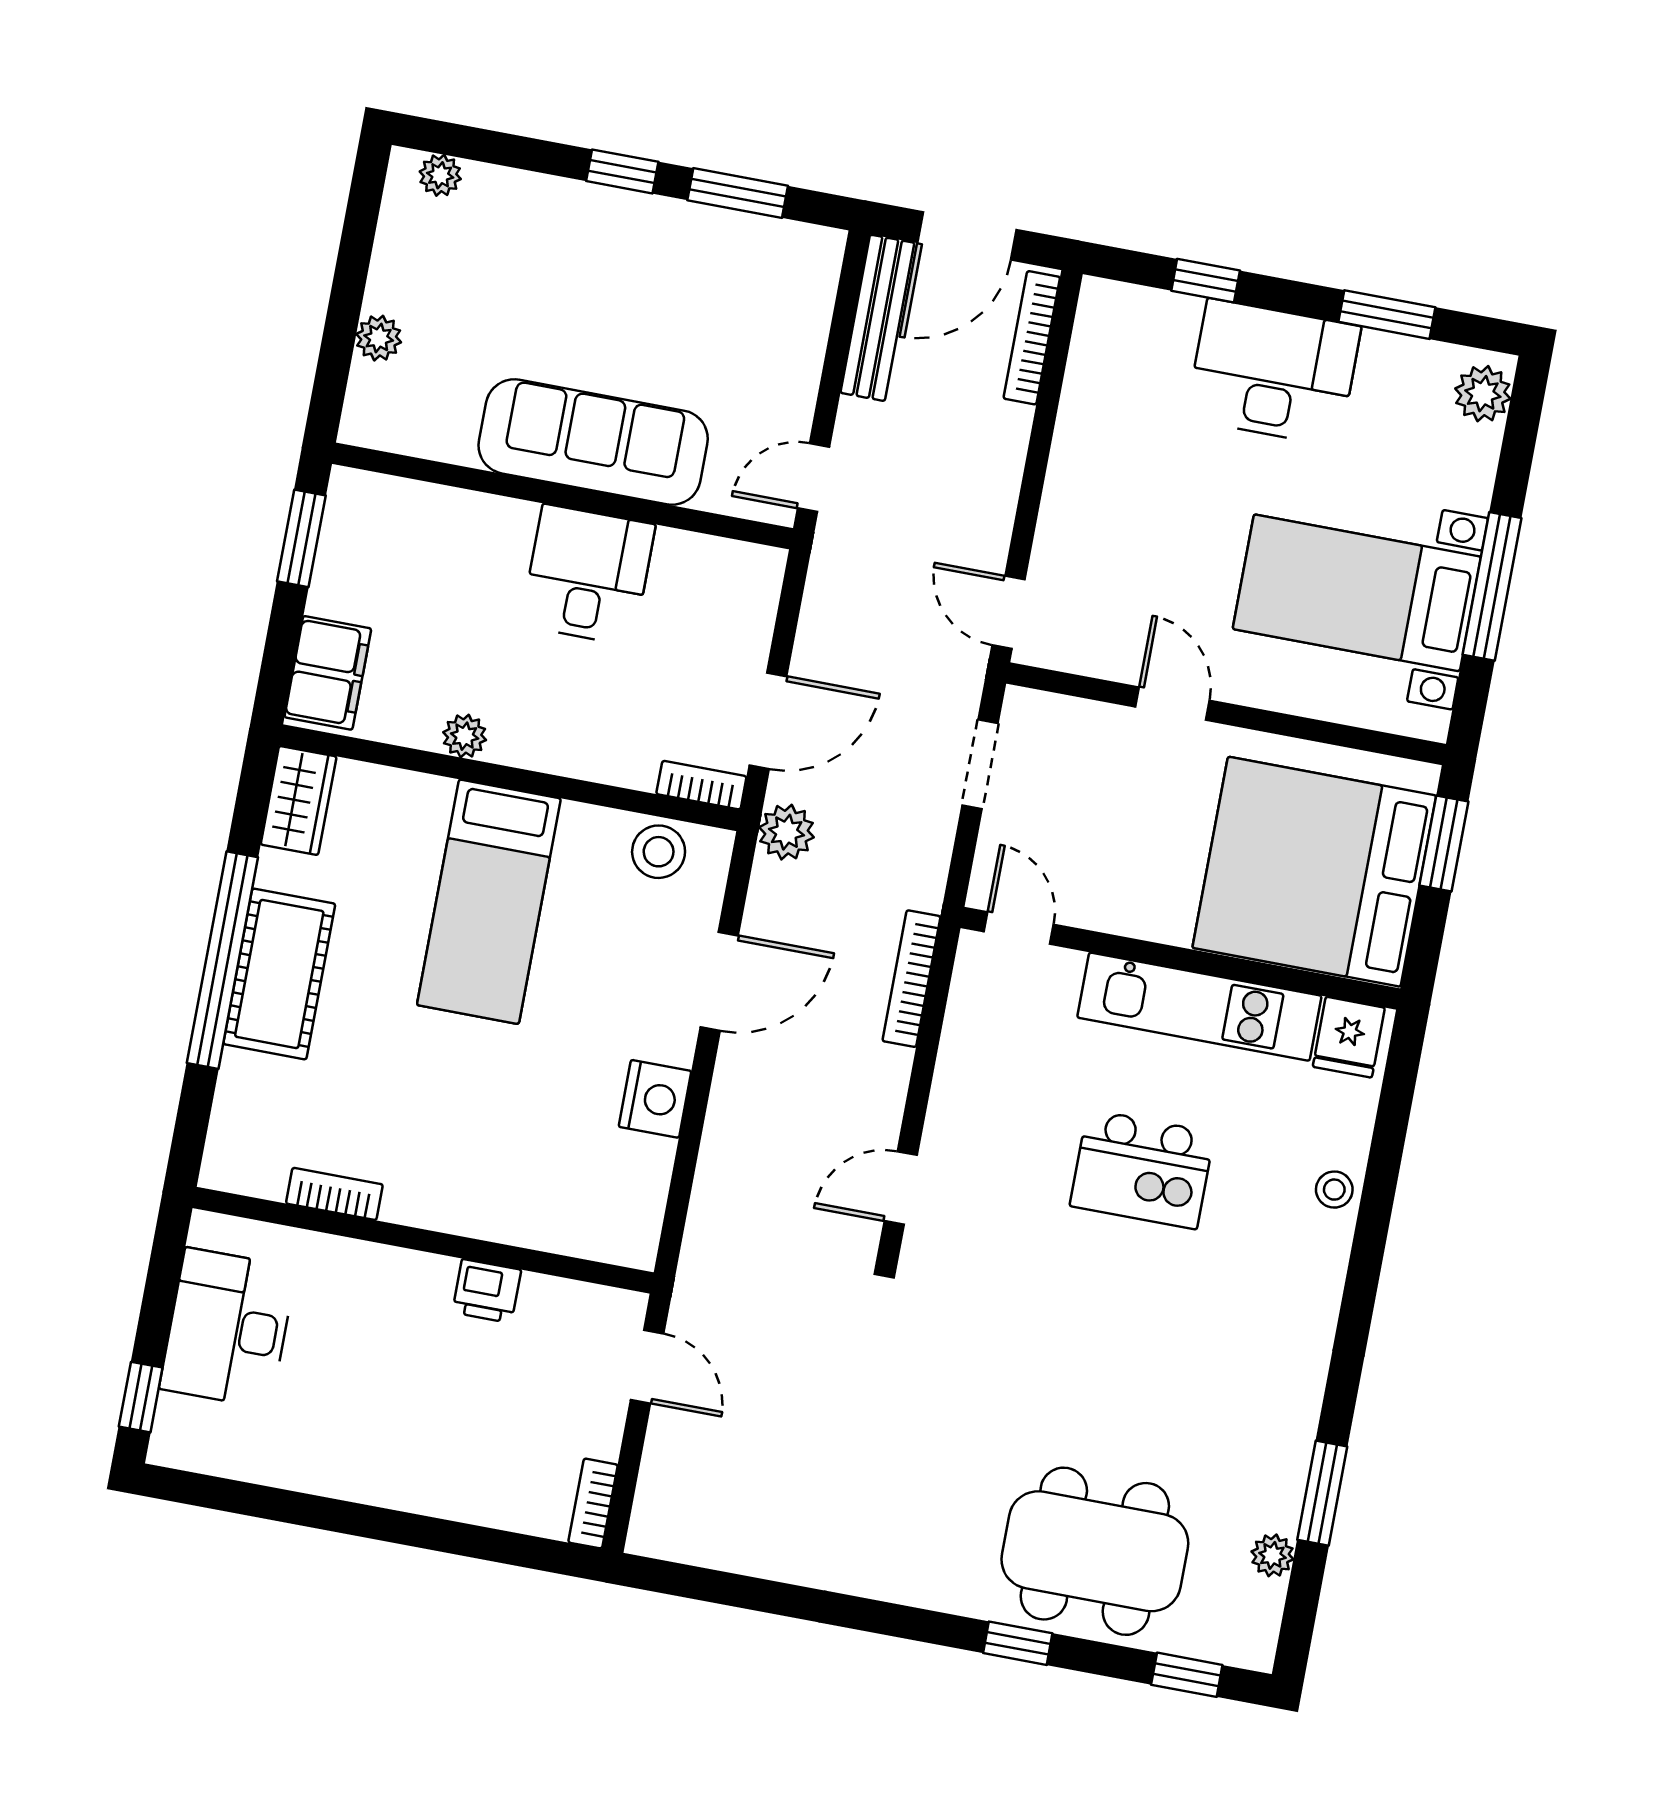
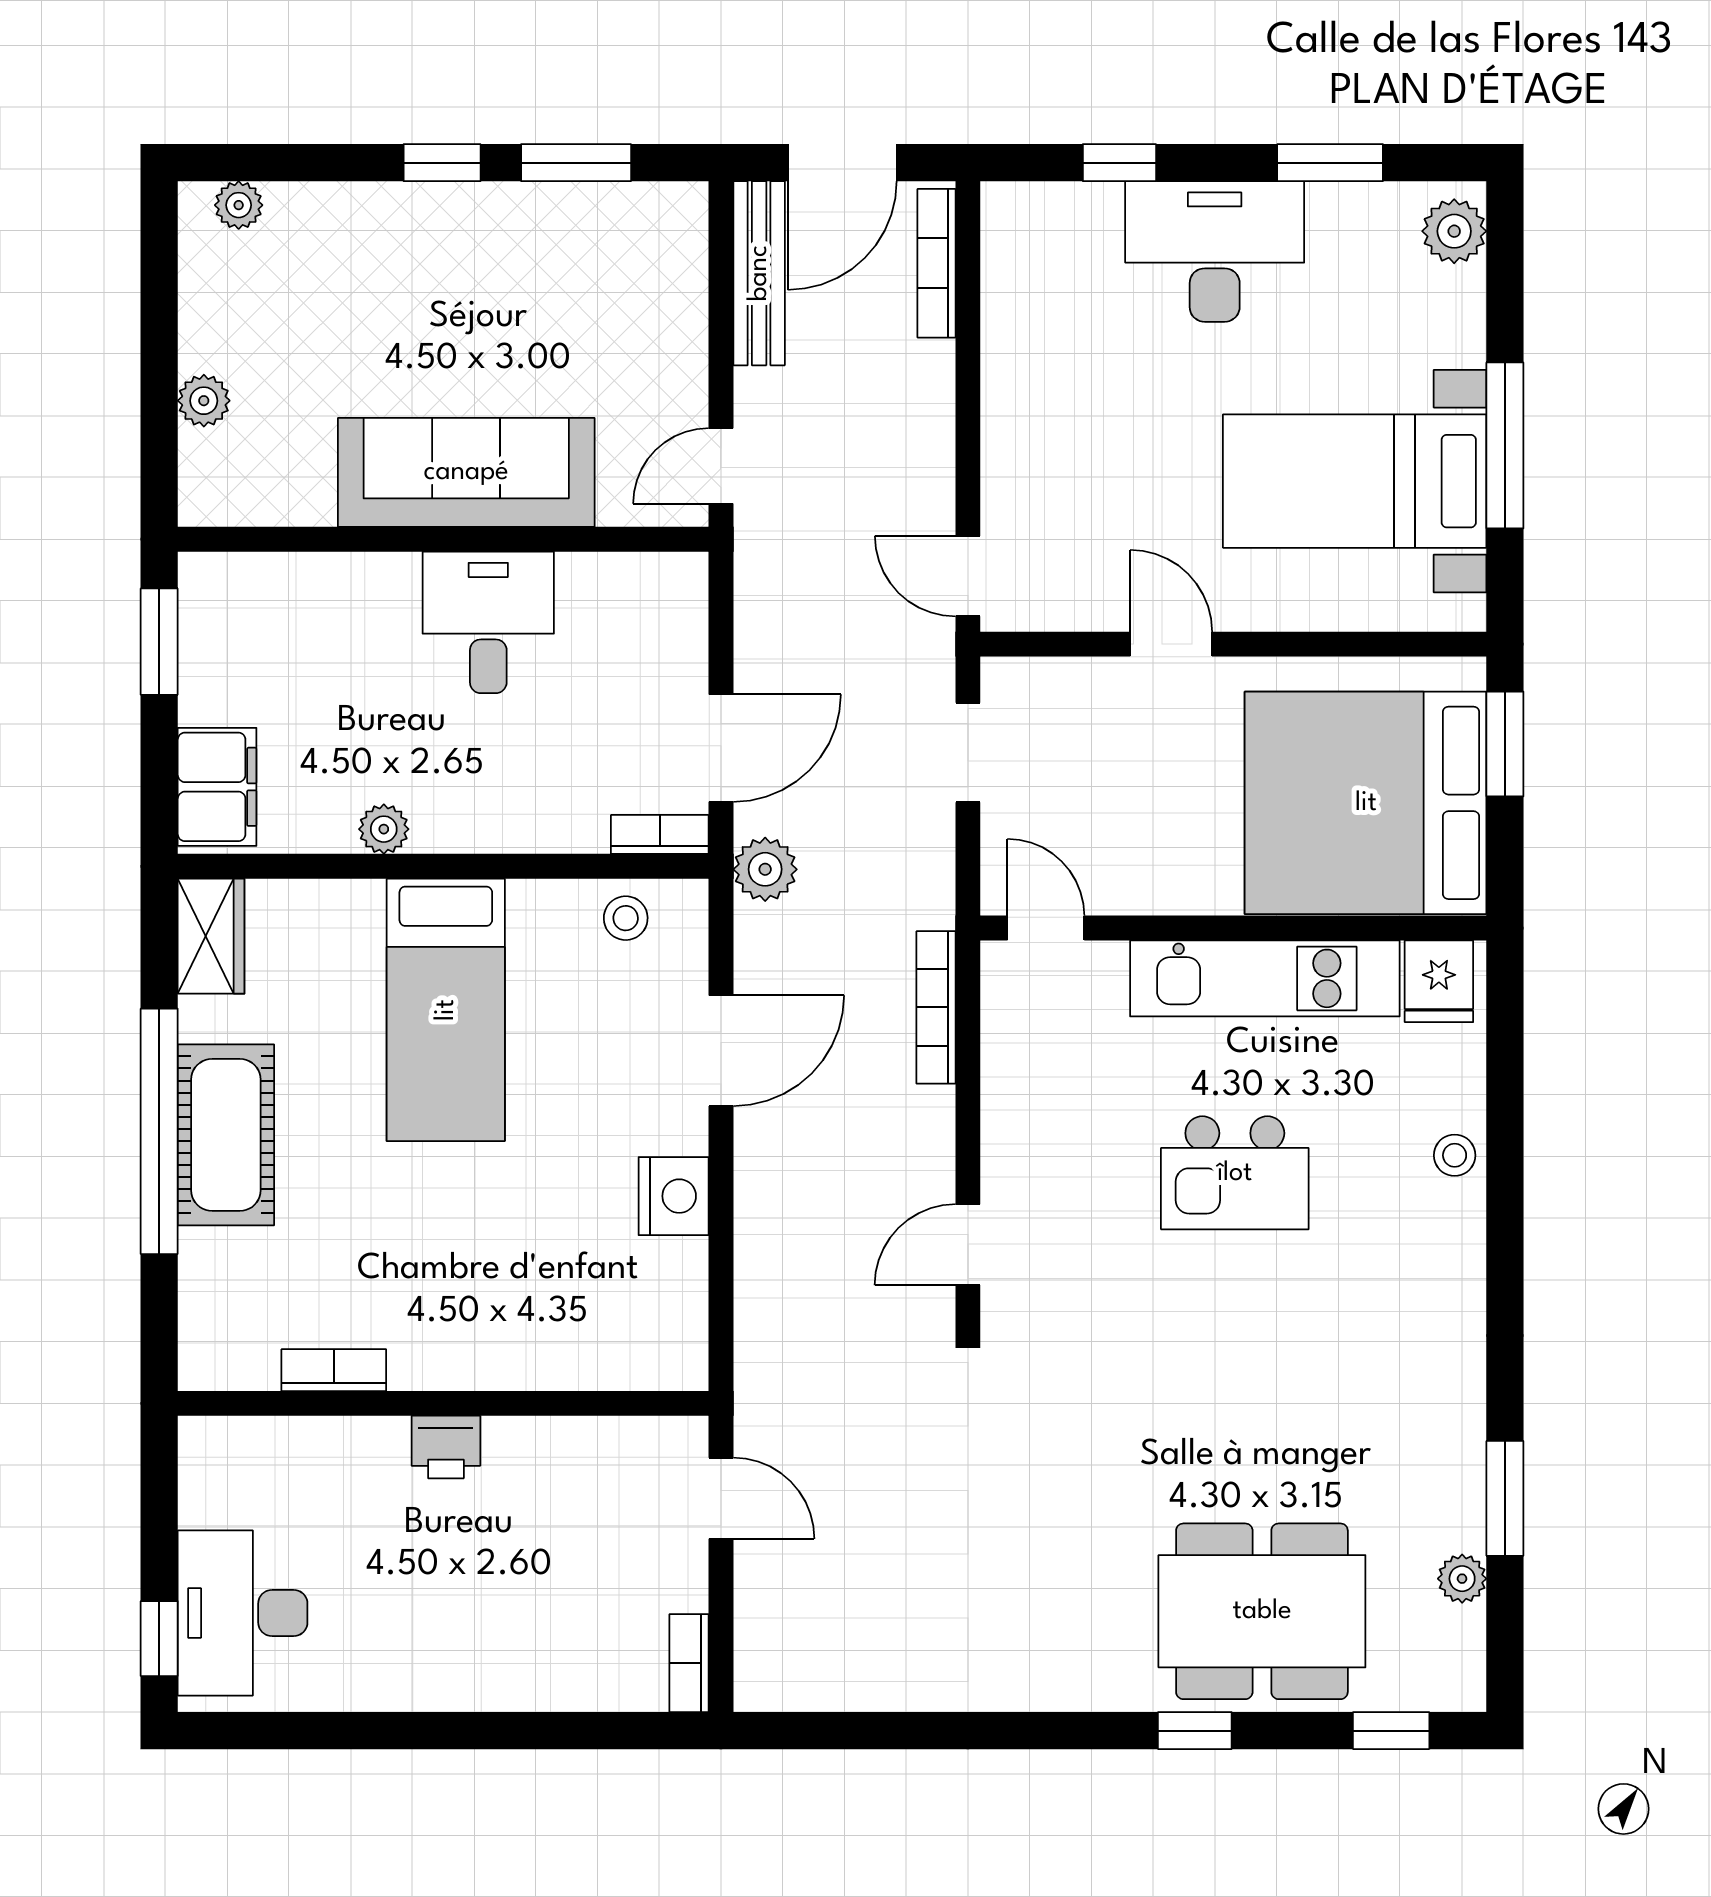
stool: (659, 852) -> (626, 918), width x0.73, depth x0.73
printer: (487, 1291) -> (446, 1447), moved
desk: (228, 1328) -> (243, 1613), moved

